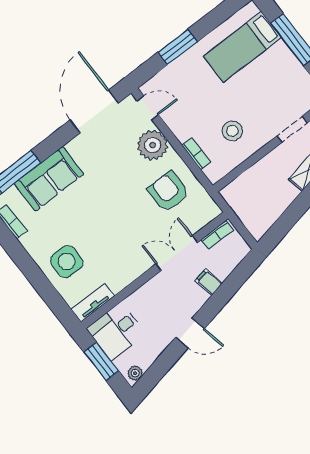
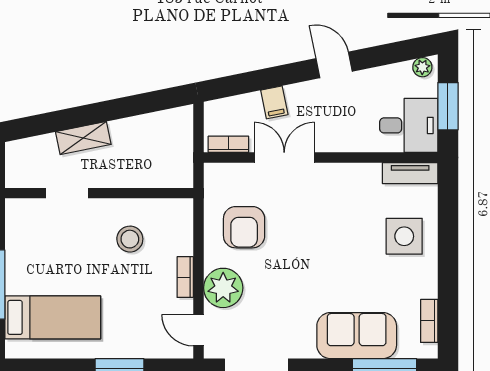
bookcase: (196, 154) -> (185, 277), moved
double door: (177, 253) -> (284, 158), swing flipped

